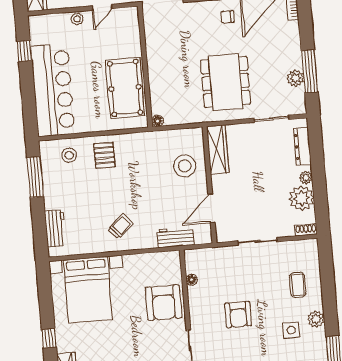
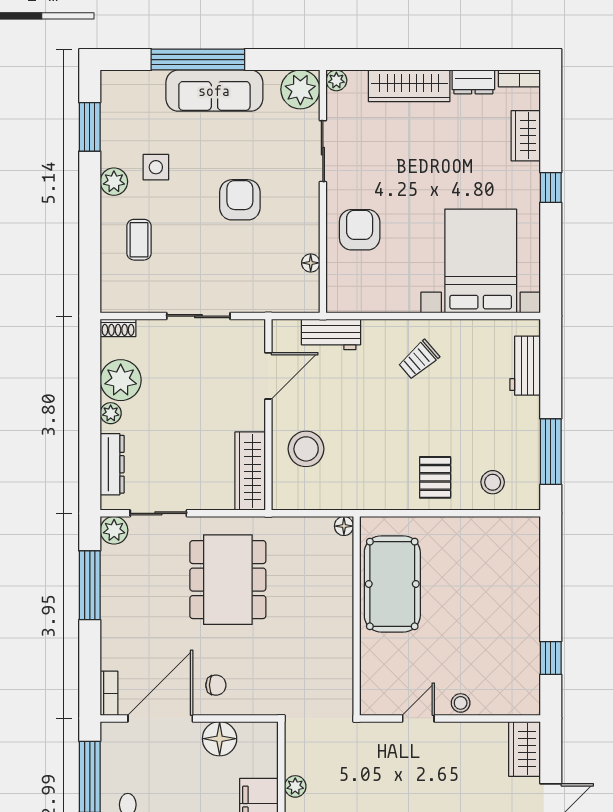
plant: (295, 78) -> (114, 530), moved
bar counter: (53, 90) -> (510, 591), removed
armchair: (164, 303) -> (360, 230), width x0.73, depth x0.73

